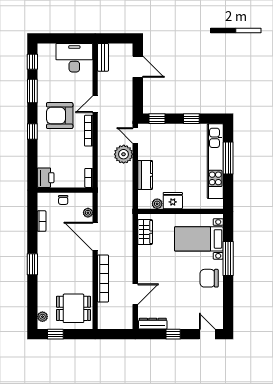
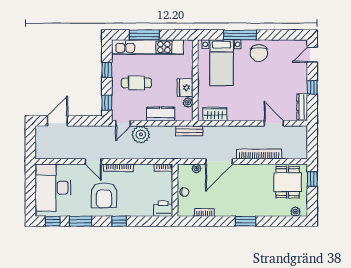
bench: (103, 57) -> (189, 131), moved
desk: (74, 58) -> (53, 188), width x1.36, depth x1.30
cafe table: (178, 150) -> (136, 83), added
window: (55, 334) -> (312, 179), moved

